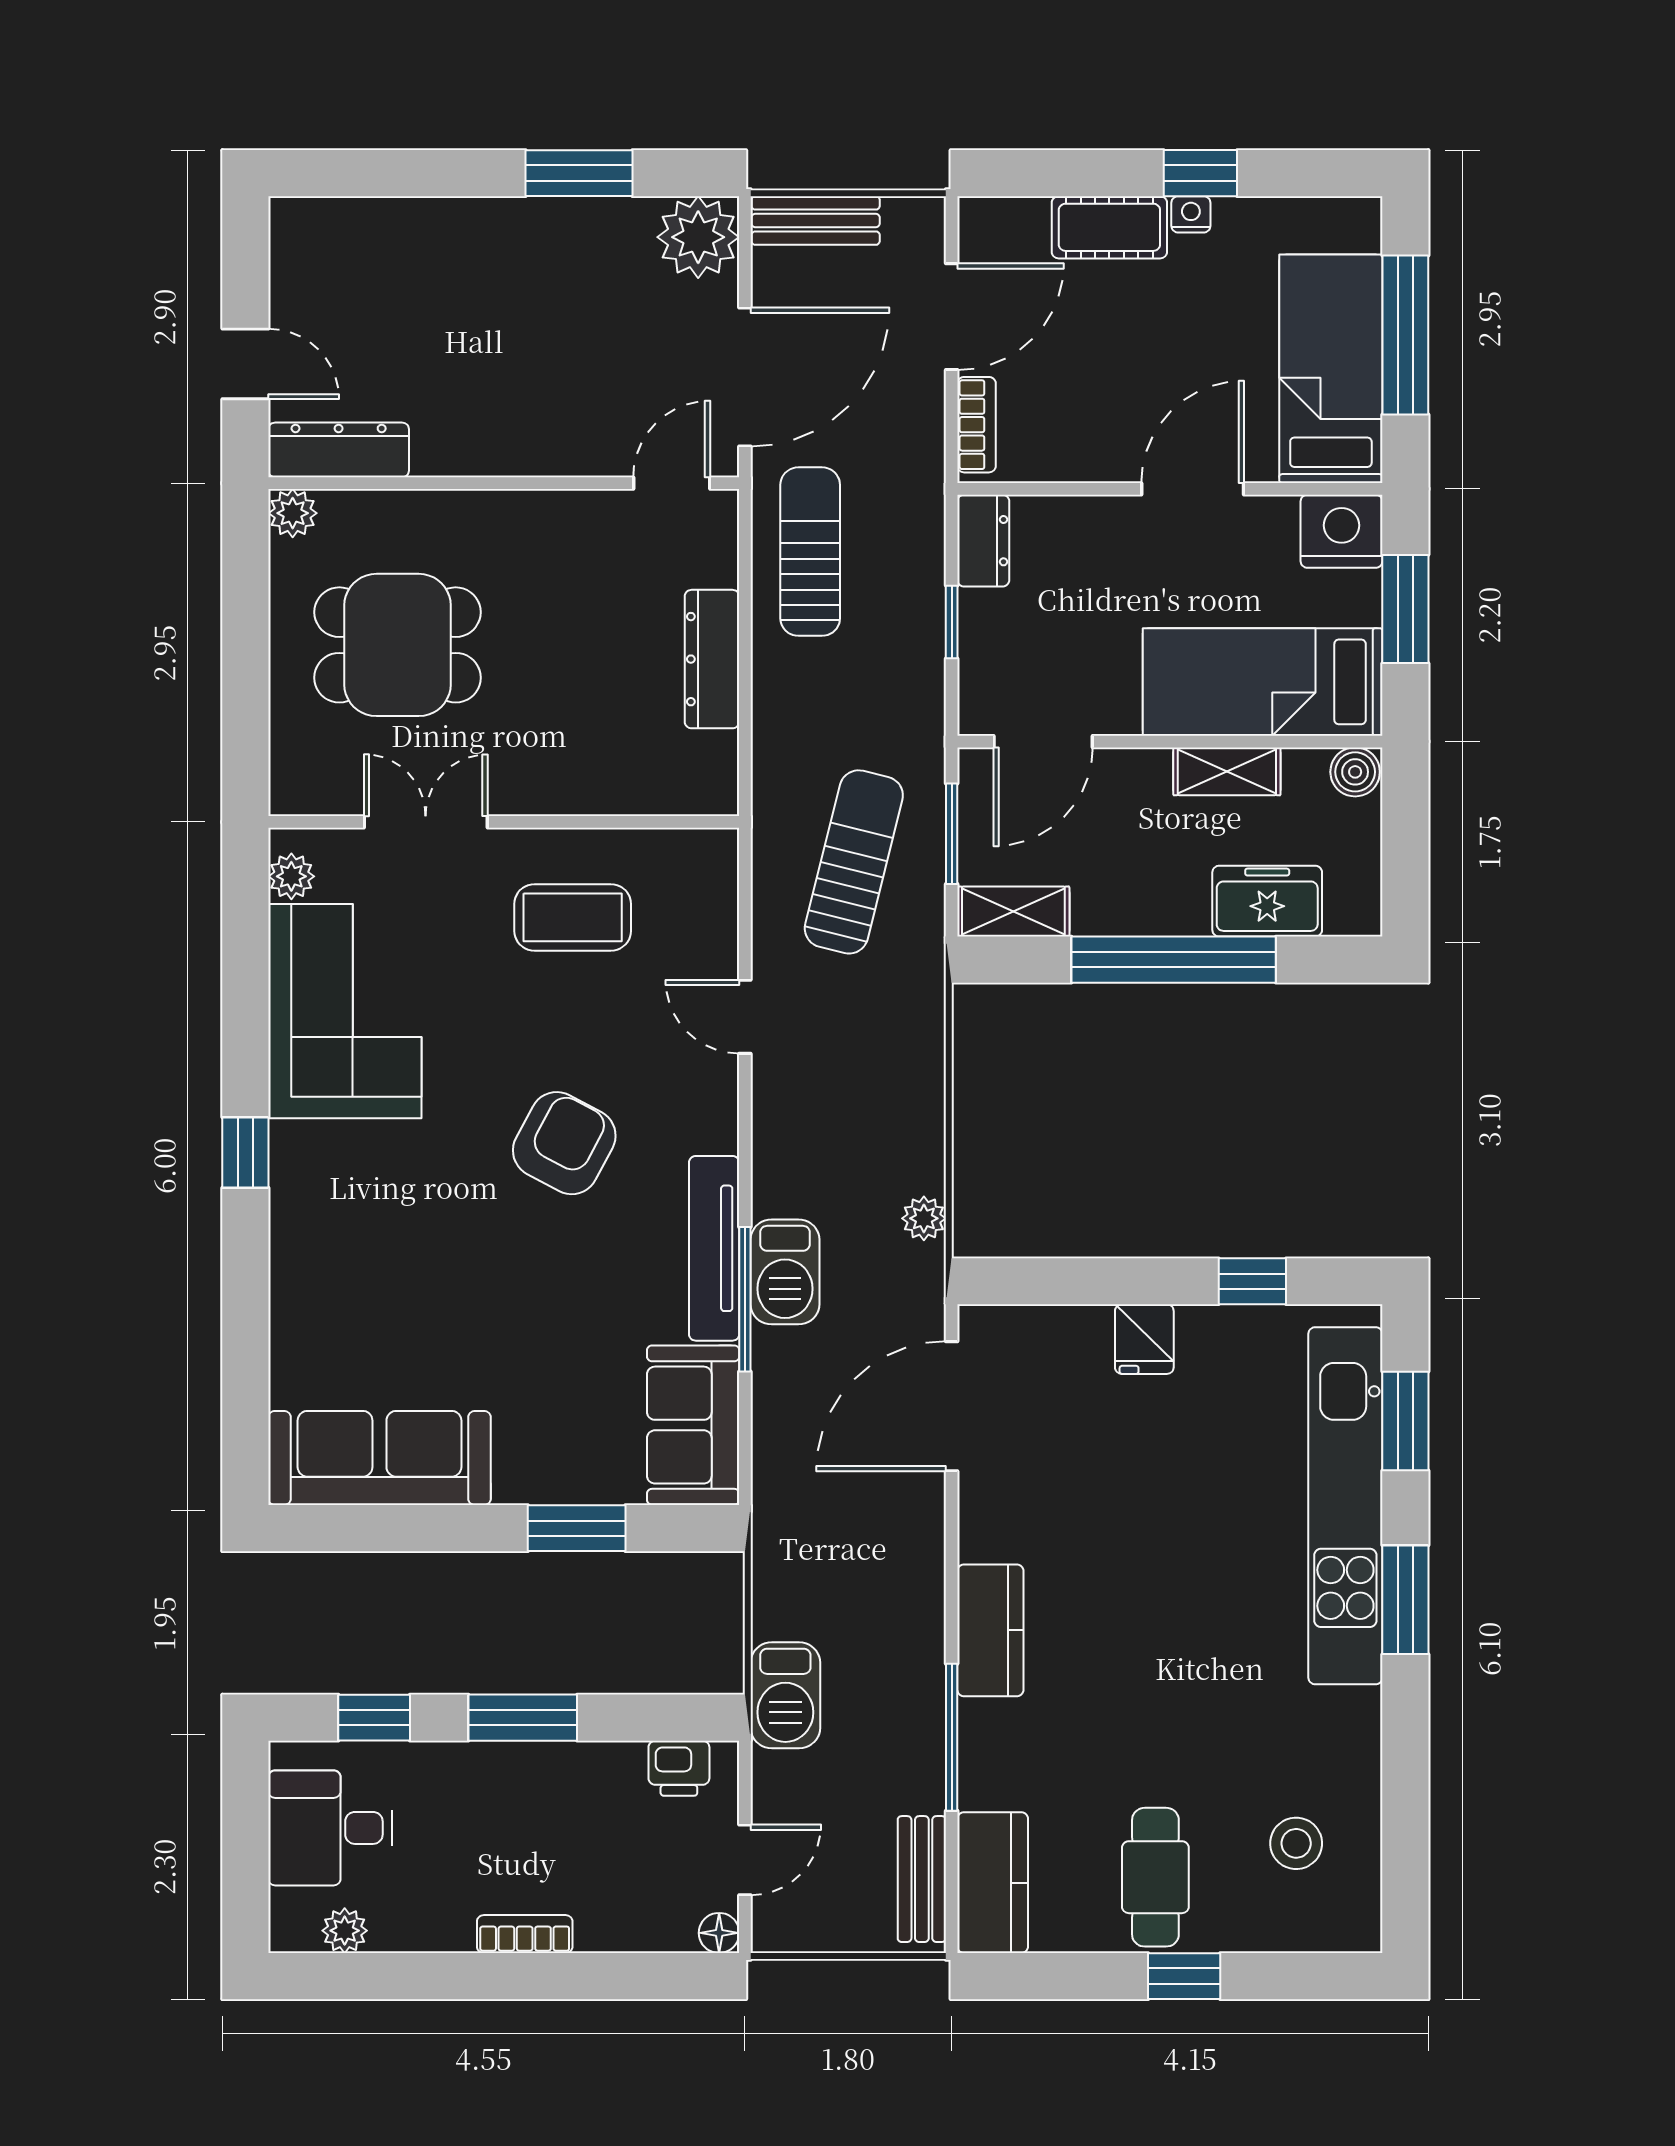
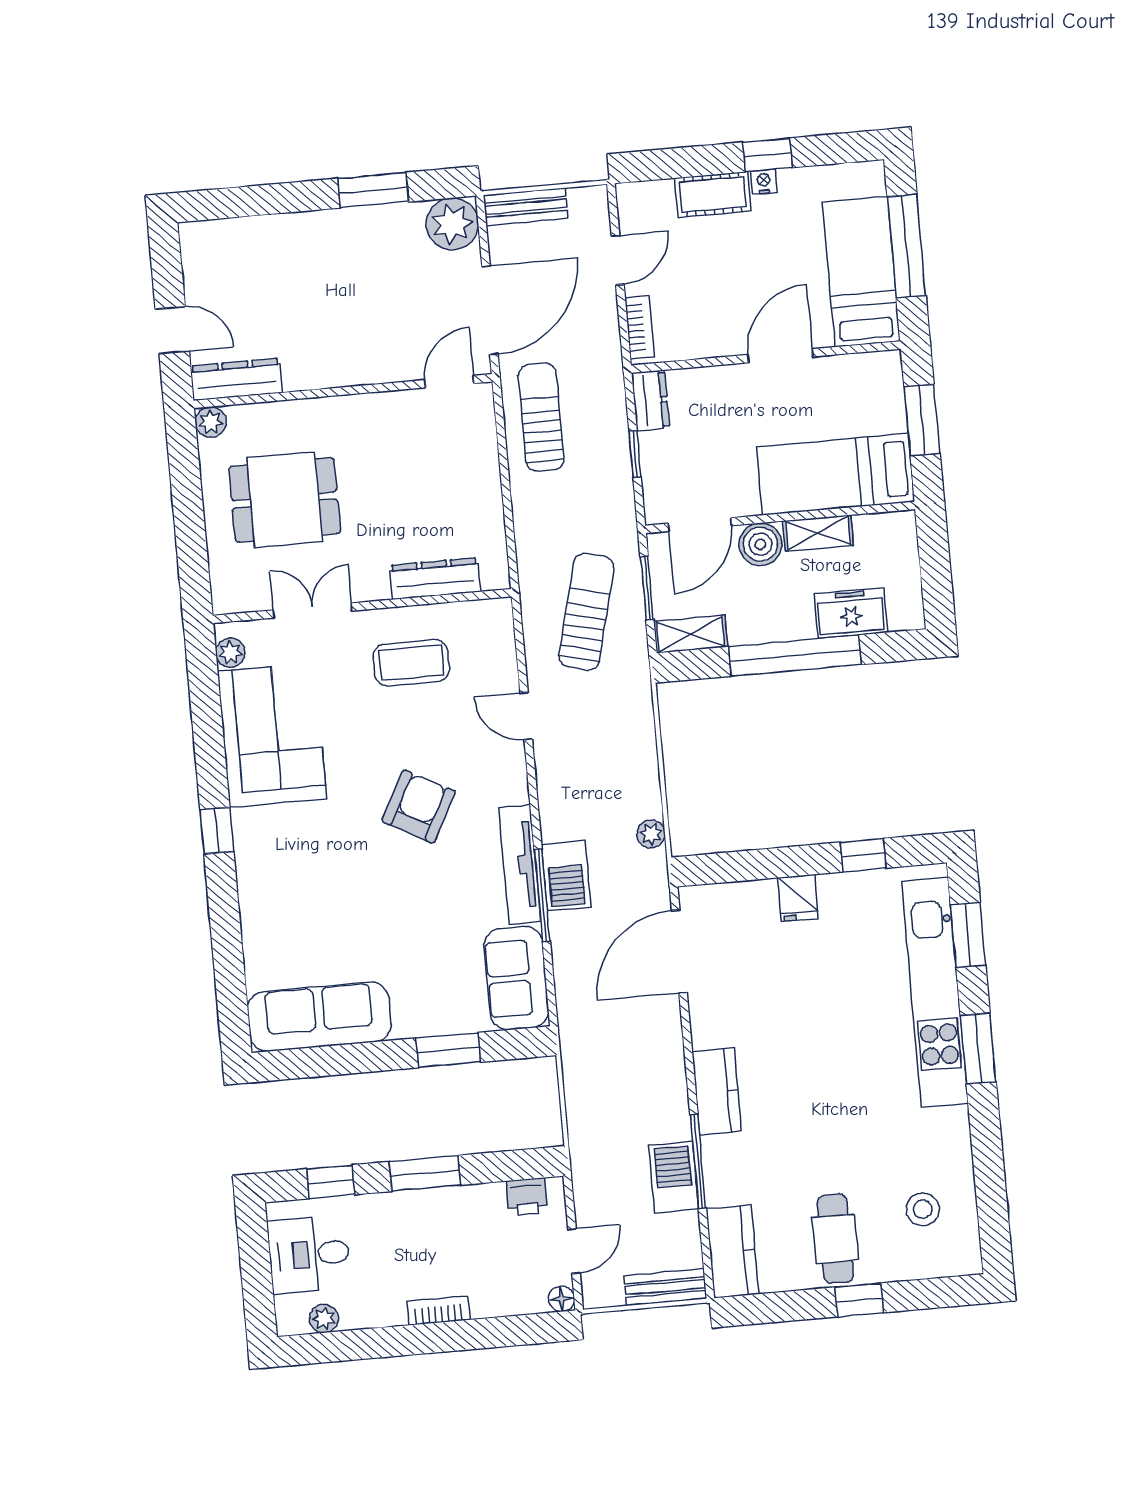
door: (952, 317) -> (618, 260), width x0.73
nightstand: (1342, 531) -> (877, 374), removed
dresser: (712, 659) -> (435, 579), moved, turned 90
boiler: (1355, 772) -> (760, 544), moved, width x1.36, depth x1.36
barbecue: (785, 1695) -> (674, 1177), moved, turned 180
bench: (922, 1879) -> (665, 1287), moved, turned 90

